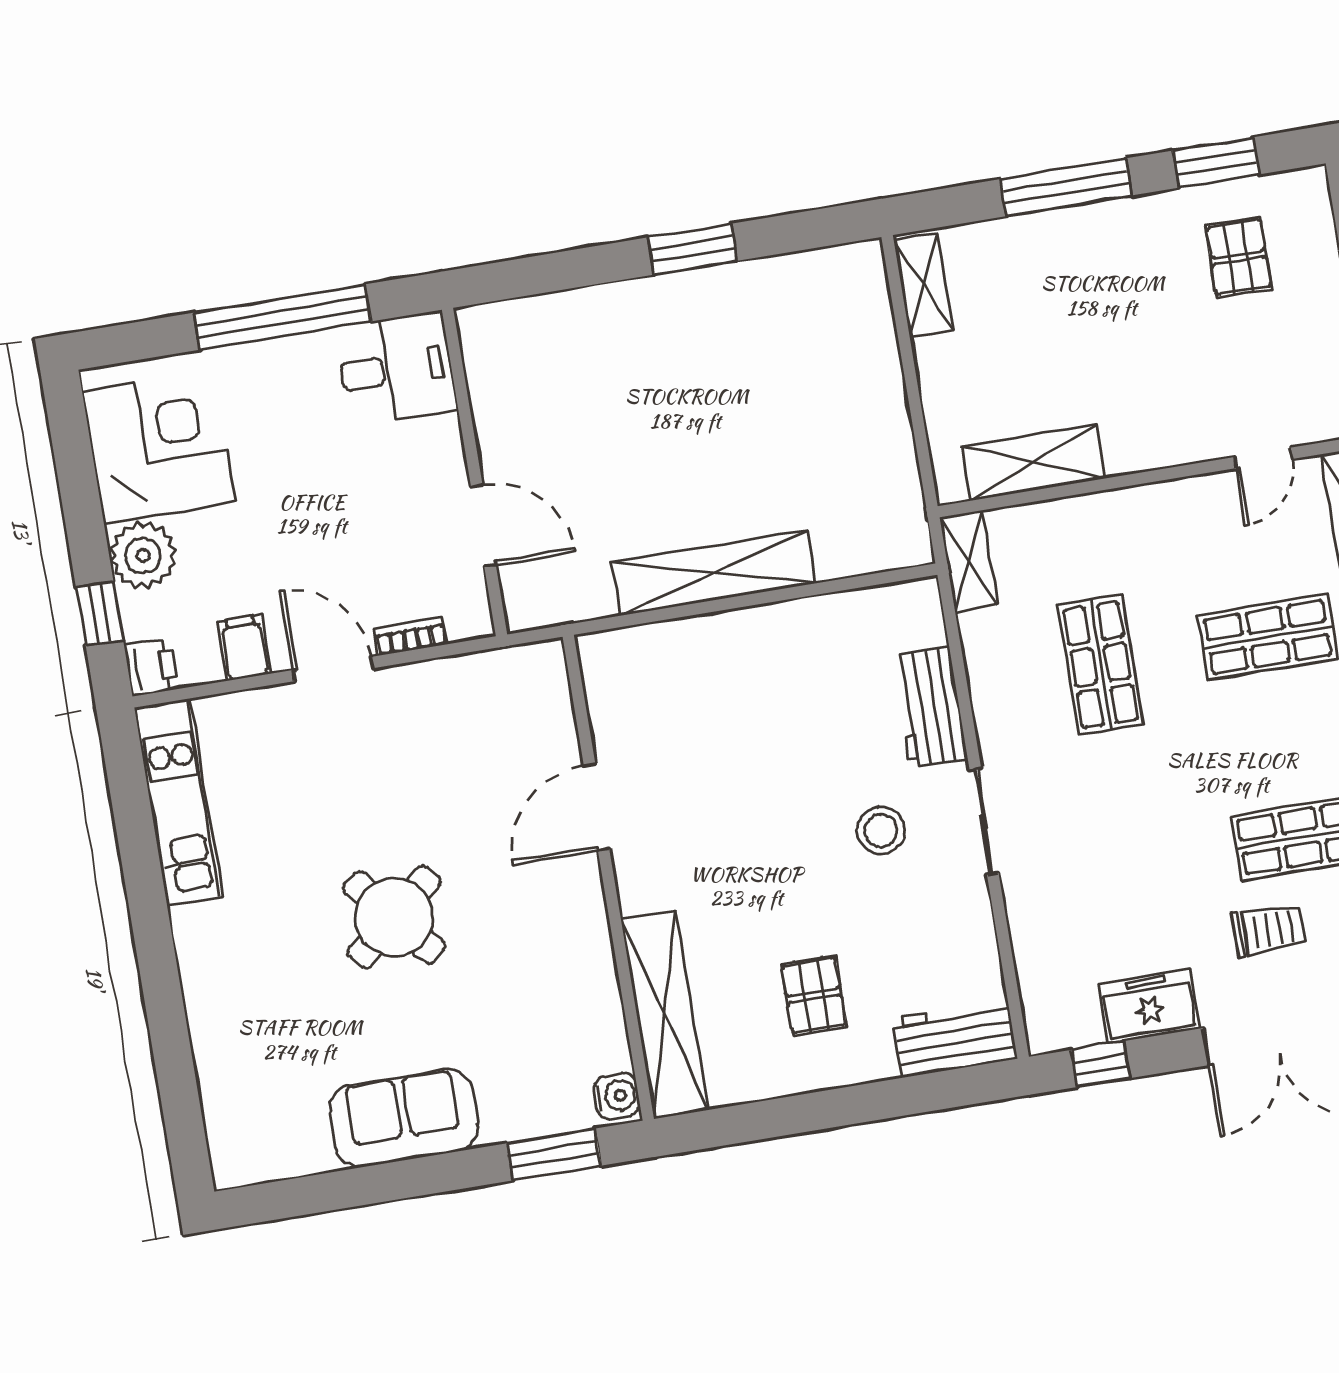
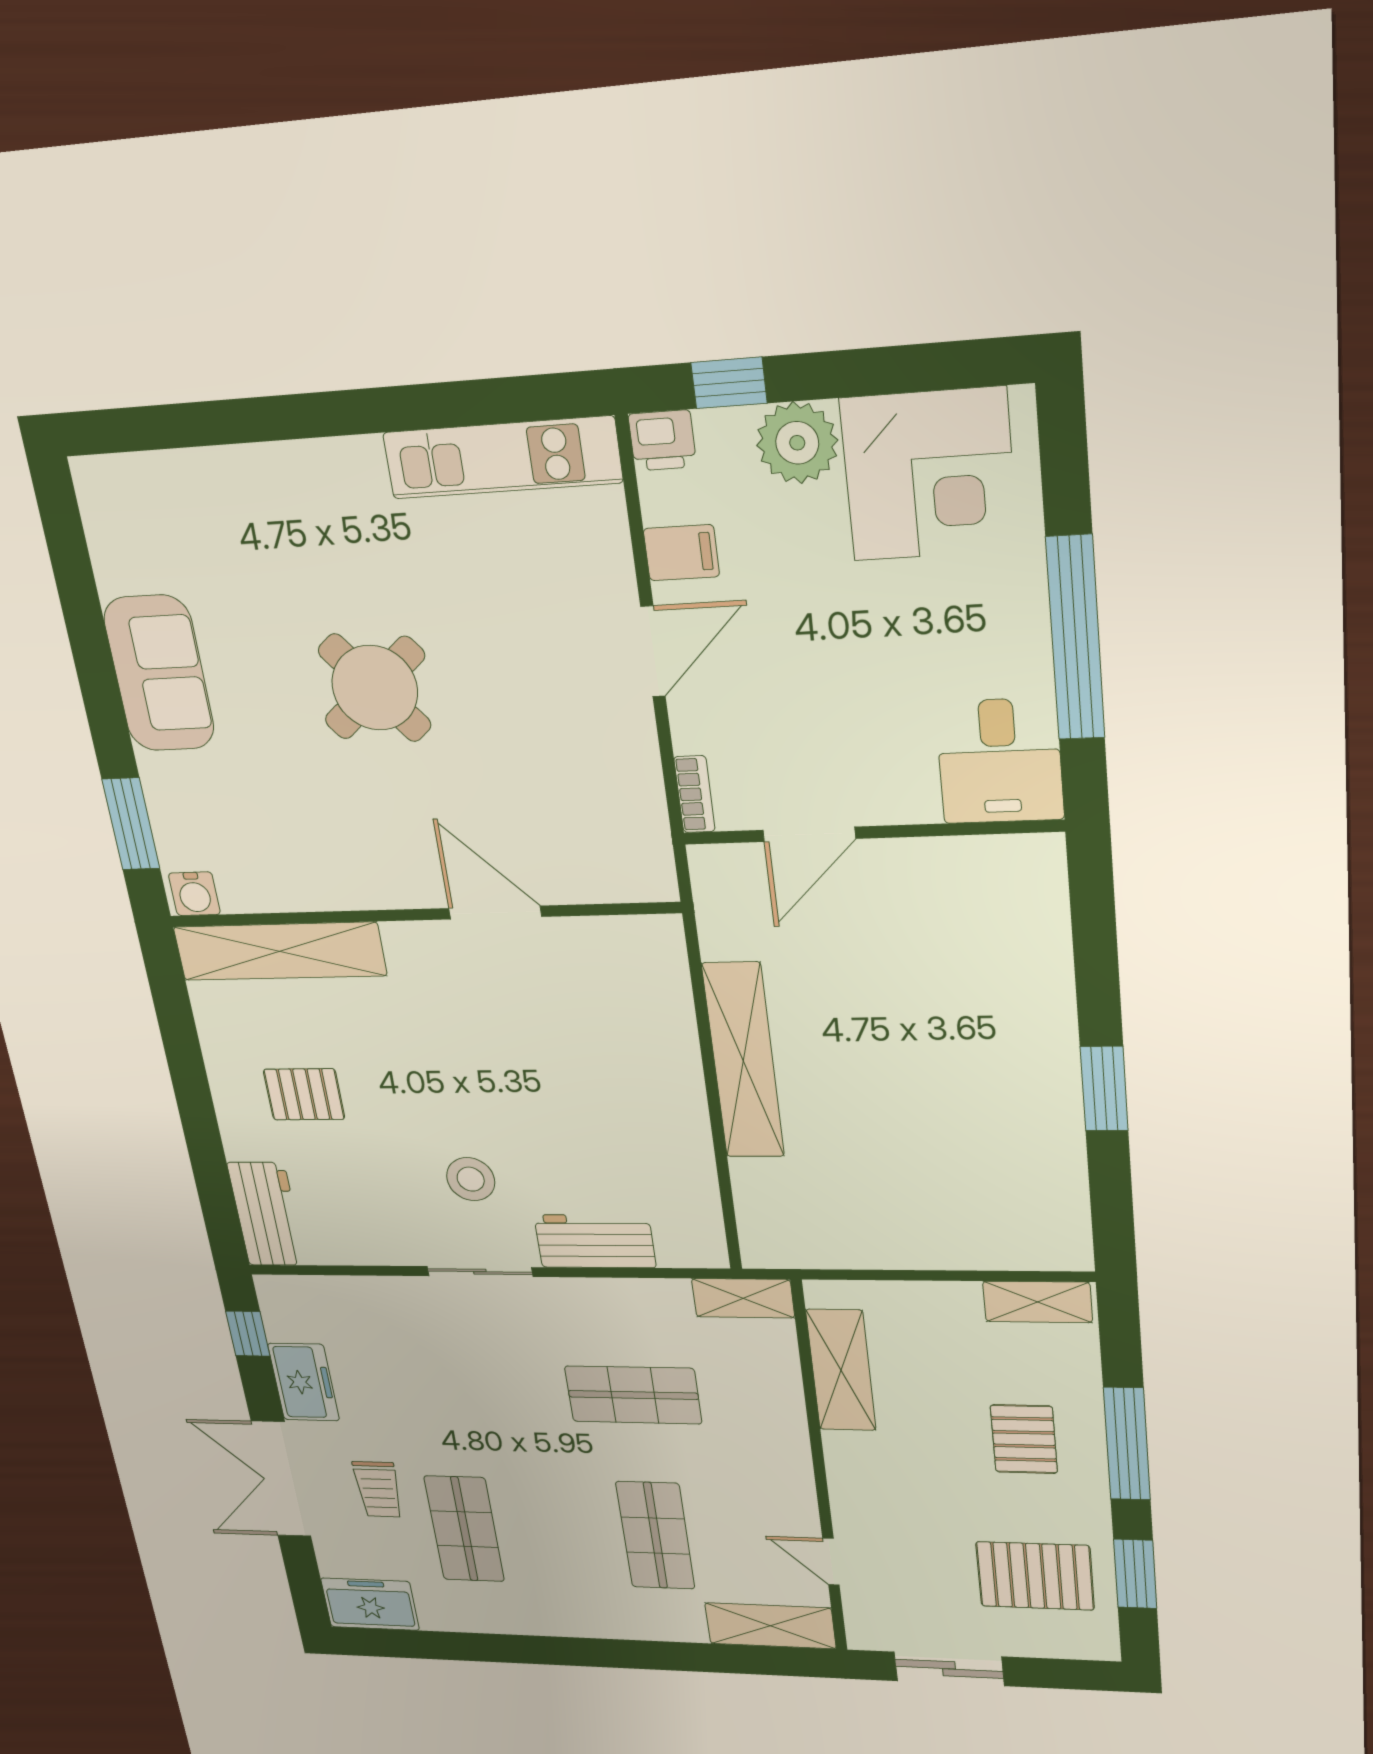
pallet: (1239, 257) -> (1035, 1576), width x1.50, depth x1.42
pallet: (1079, 283) -> (1024, 1439), added
bookcase: (411, 636) -> (695, 794), moved

